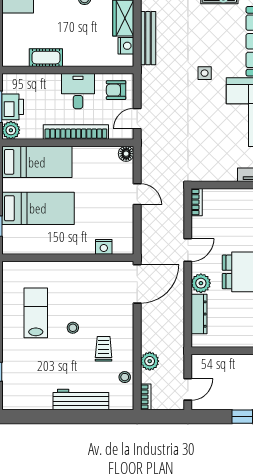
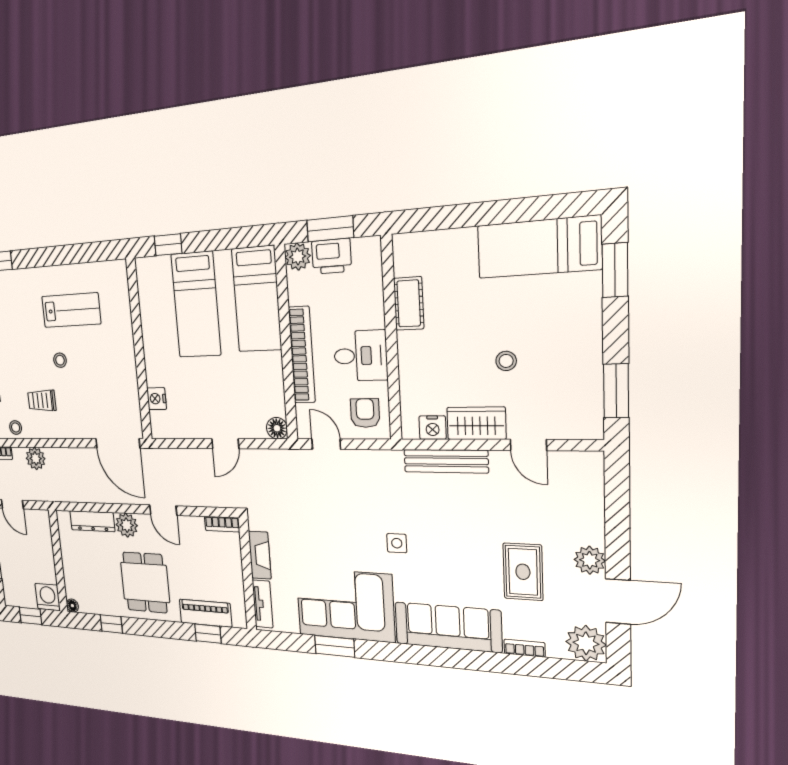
fireplace: (219, 174) -> (260, 555), added
trolley: (104, 349) -> (42, 401), turned 180

